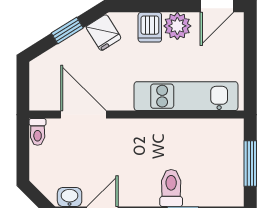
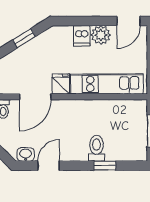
fridge: (104, 33) -> (61, 84), moved, turned -148
door: (83, 115) -> (35, 97), swing flipped

